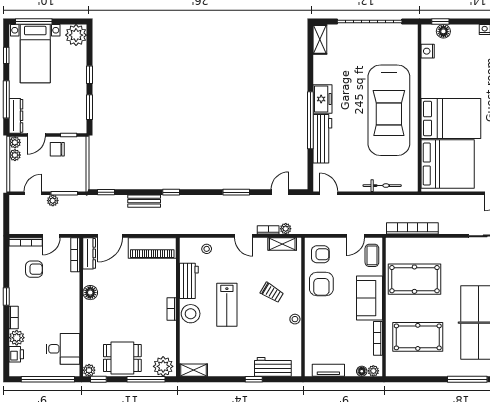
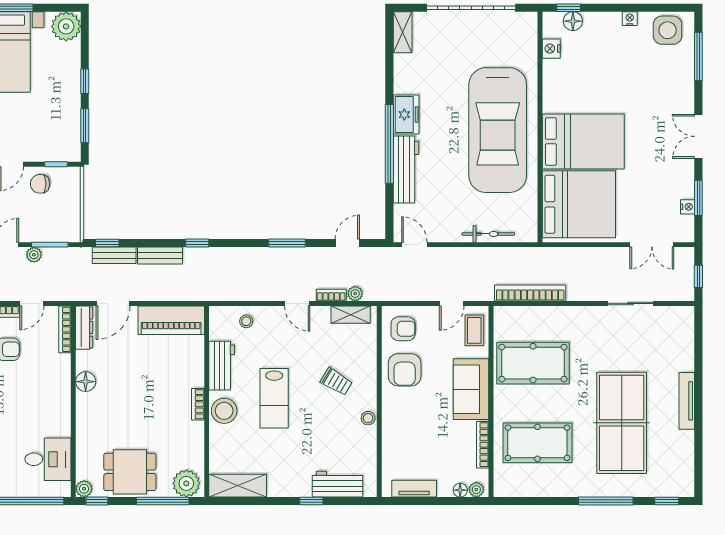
bench: (111, 201) -> (114, 255), added
shelving: (194, 370) -> (238, 486), width x1.50, depth x1.33

